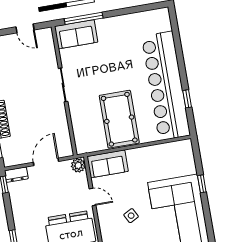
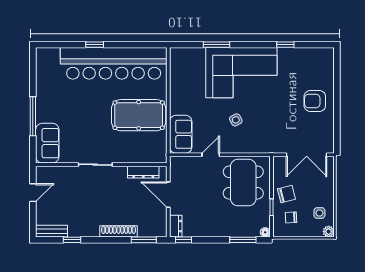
window: (84, 18) -> (33, 116), moved
window: (187, 99) -> (95, 45), moved
dresser: (64, 133) -> (143, 172), added
plant: (78, 165) -> (177, 163), removed
window: (202, 184) -> (216, 45), width x1.50

